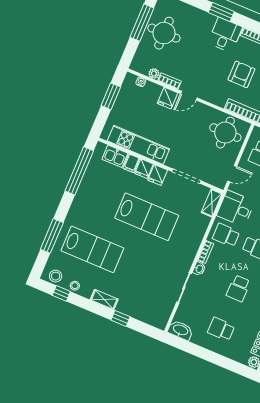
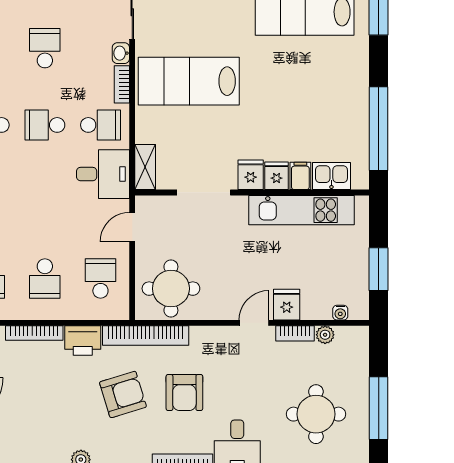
round table: (164, 33) -> (316, 414), moved
lab bench: (147, 217) -> (189, 81), moved

